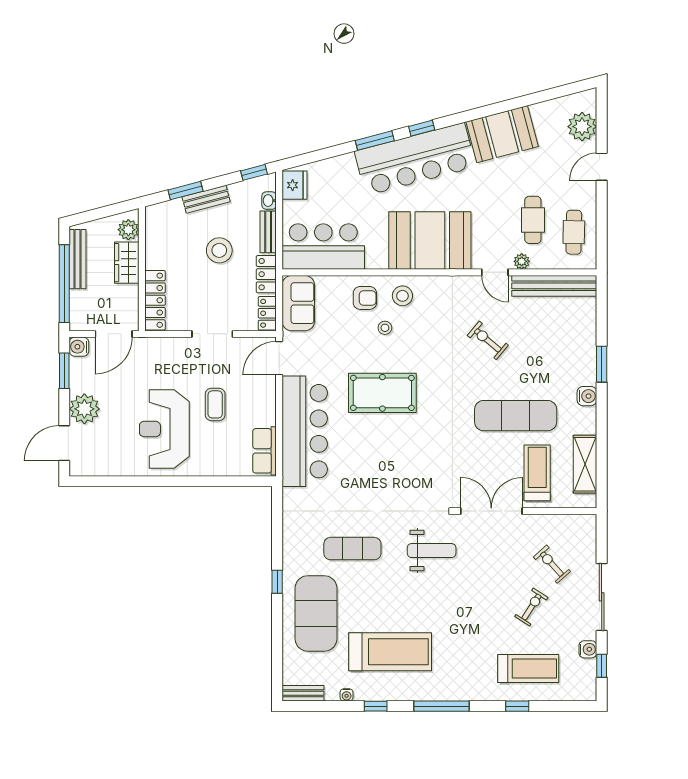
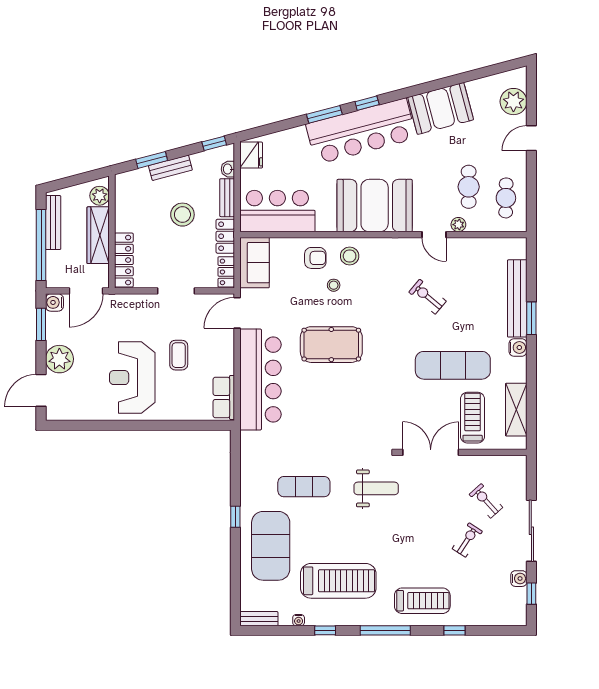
wardrobe: (127, 263) -> (98, 235), width x1.50
bench: (554, 286) -> (517, 298), moved, turned 90
treadmill: (528, 668) -> (422, 601), moved

